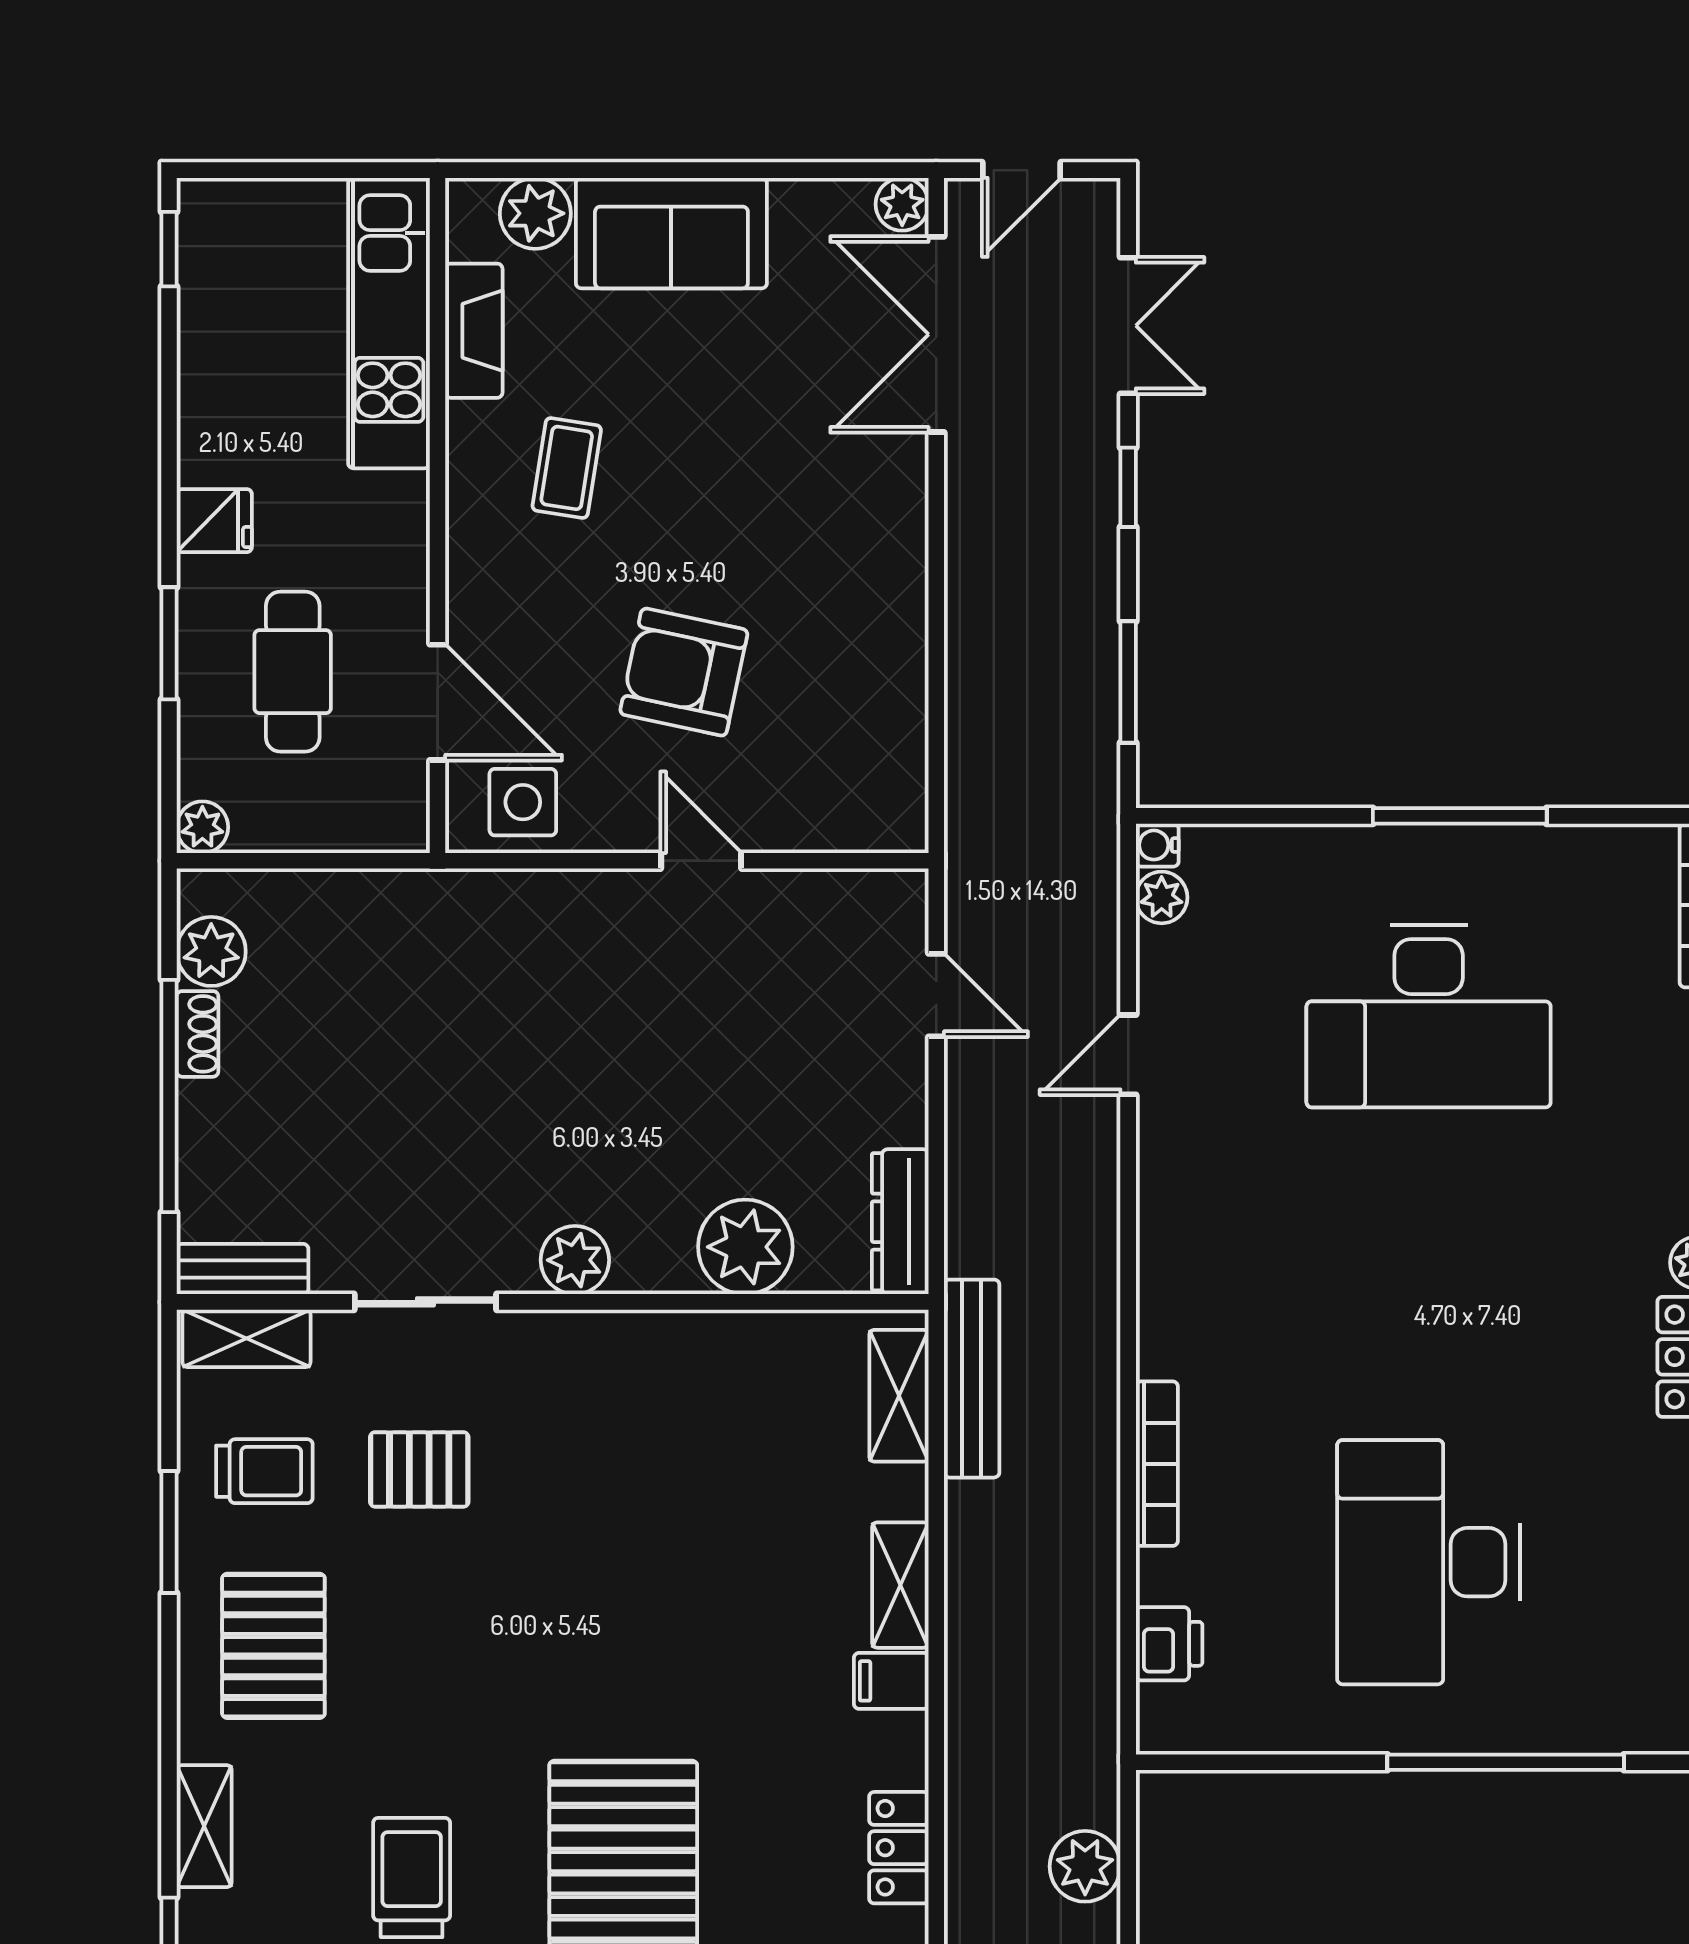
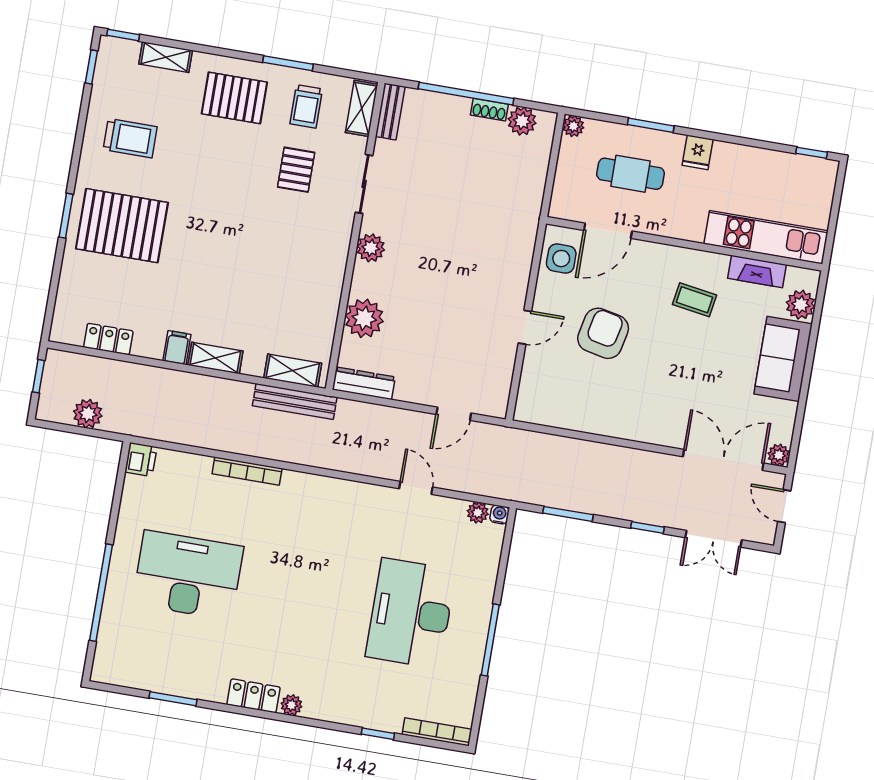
printer: (1169, 1644) -> (141, 460), moved, turned -90

